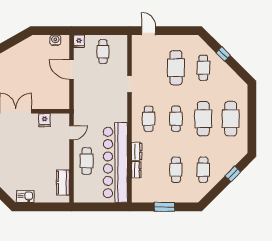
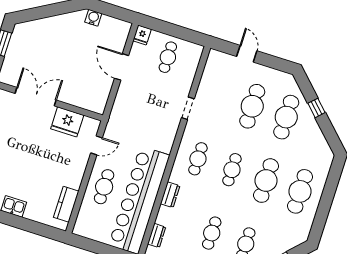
door: (149, 31) -> (247, 54), moved
water cooler: (55, 40) -> (93, 18), moved
cafe table: (203, 68) -> (286, 117), width x1.37, depth x1.35
fridge: (45, 120) -> (67, 122), width x1.88, depth x1.34
dresser: (136, 170) -> (157, 235), moved

